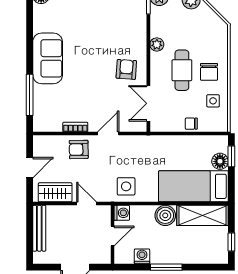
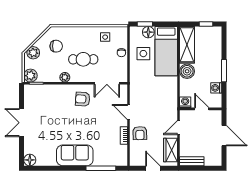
chair: (209, 72) -> (56, 46), moved
side table: (126, 186) -> (143, 54), moved
bench: (39, 228) -> (192, 161), width x0.73

